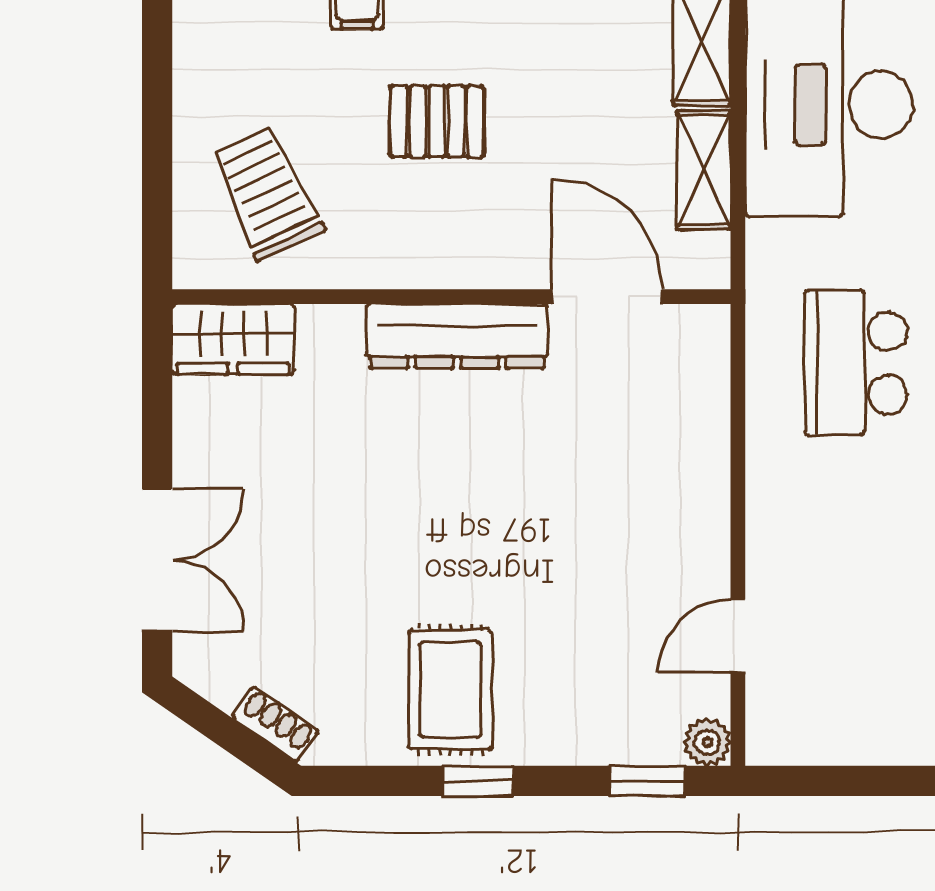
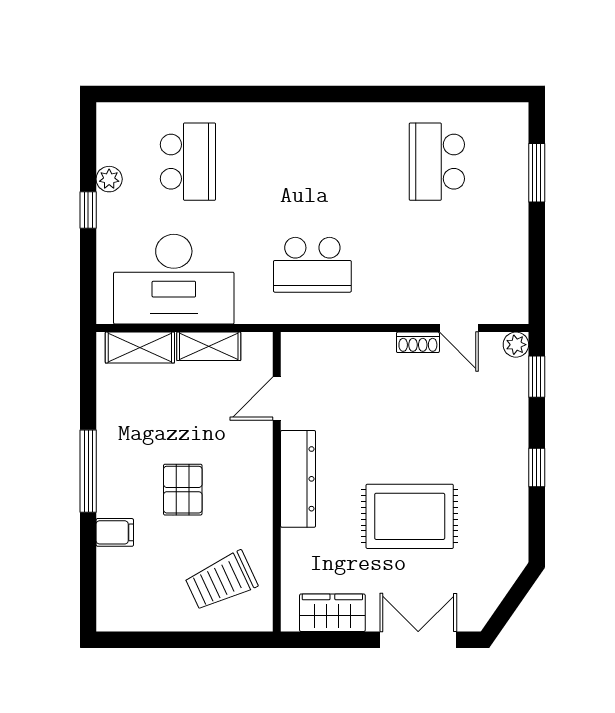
door: (607, 297) -> (277, 399), width x0.73
wardrobe: (233, 339) -> (332, 613), moved, turned -90
rug: (450, 690) -> (410, 516), moved, width x1.36, depth x1.43
shoe rack: (275, 724) -> (418, 342), moved, turned -125

